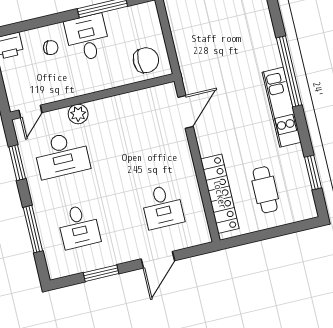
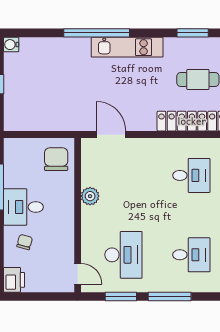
plant: (78, 114) -> (90, 196), moved
window: (33, 229) -> (170, 297), moved

